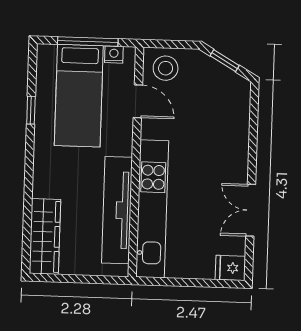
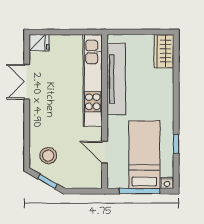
nightstand: (114, 55) -> (167, 183), moved
stool: (166, 68) -> (48, 156), moved
double door: (251, 210) -> (27, 82), swing flipped
wardrobe: (45, 237) -> (164, 51), width x0.67

